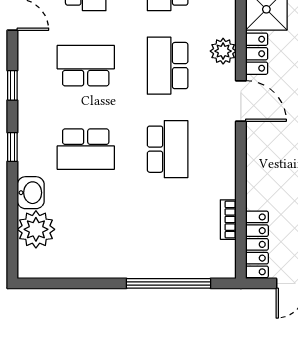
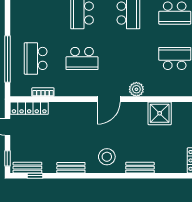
locker: (257, 54) -> (135, 108), removed
school desk: (168, 66) -> (36, 58), moved, turned -90

